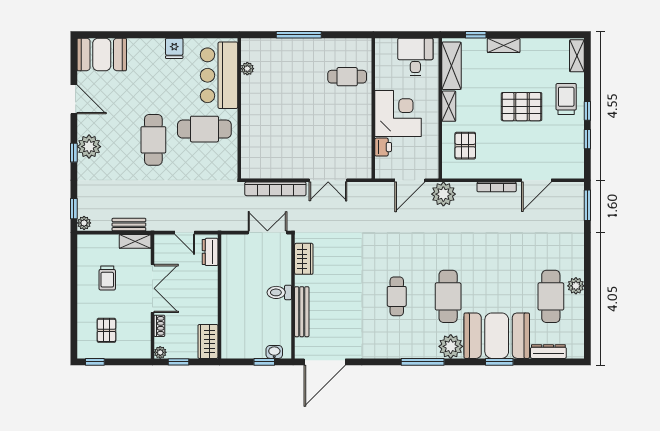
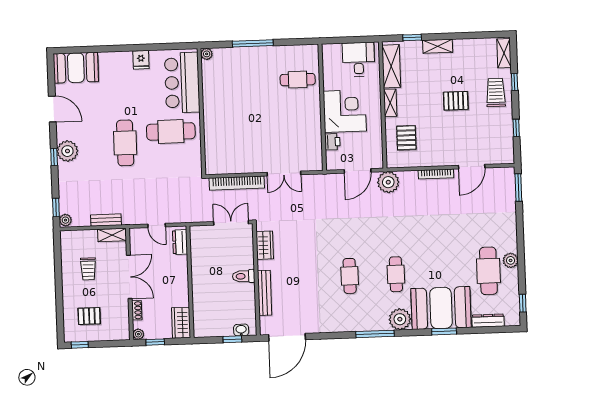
plant: (247, 69) -> (207, 54), moved
pallet: (522, 107) -> (456, 101), width x0.67, depth x0.71
window: (587, 111) -> (515, 82), moved
cafe table: (448, 296) -> (396, 274), width x0.73, depth x0.74
pallet: (106, 330) -> (89, 316), turned 90
window: (587, 334) -> (523, 303), added

